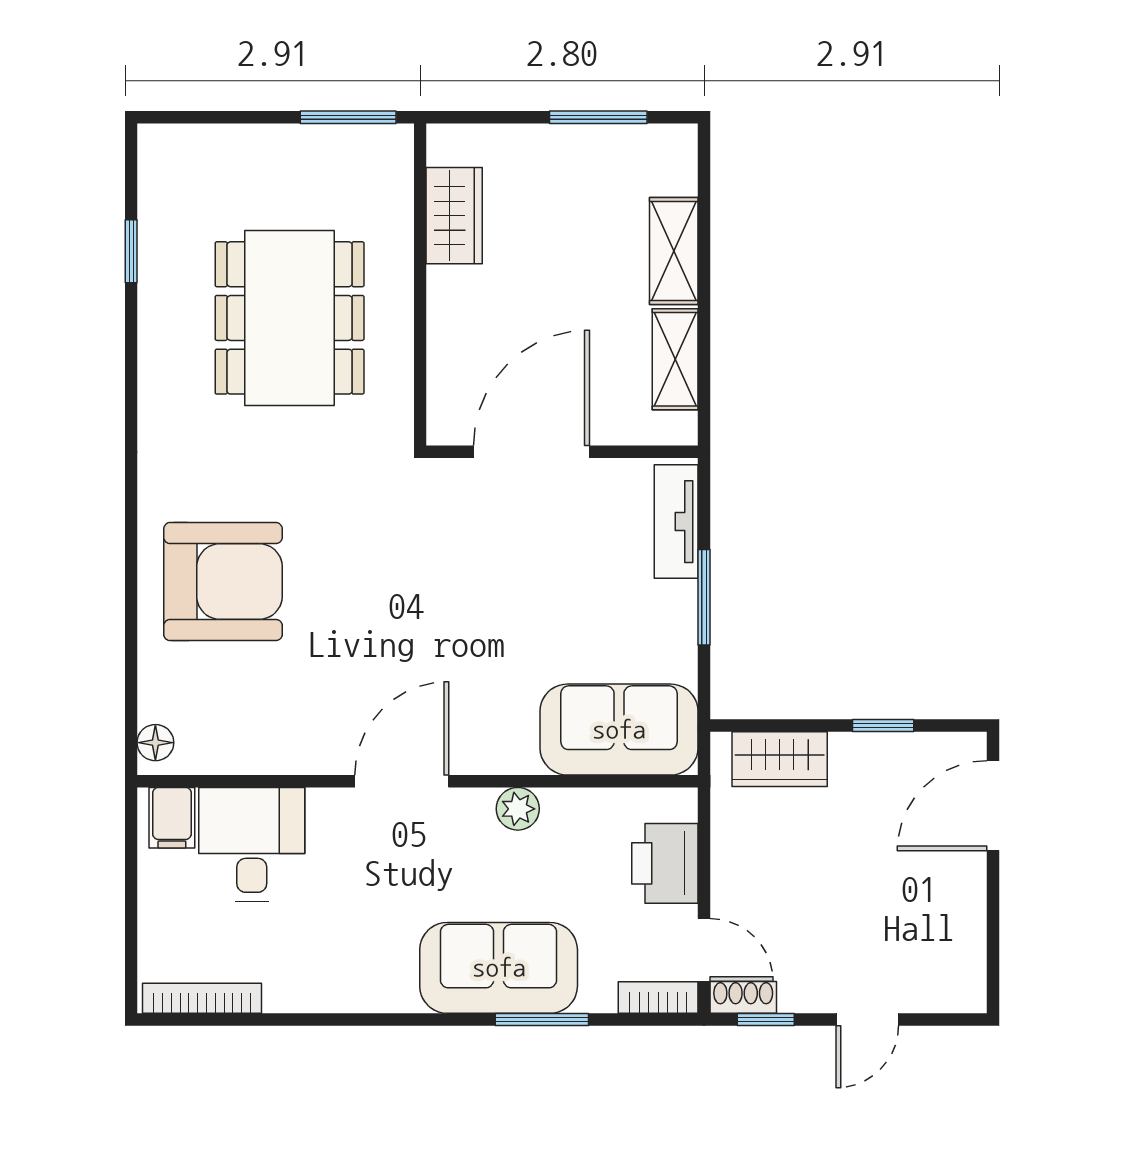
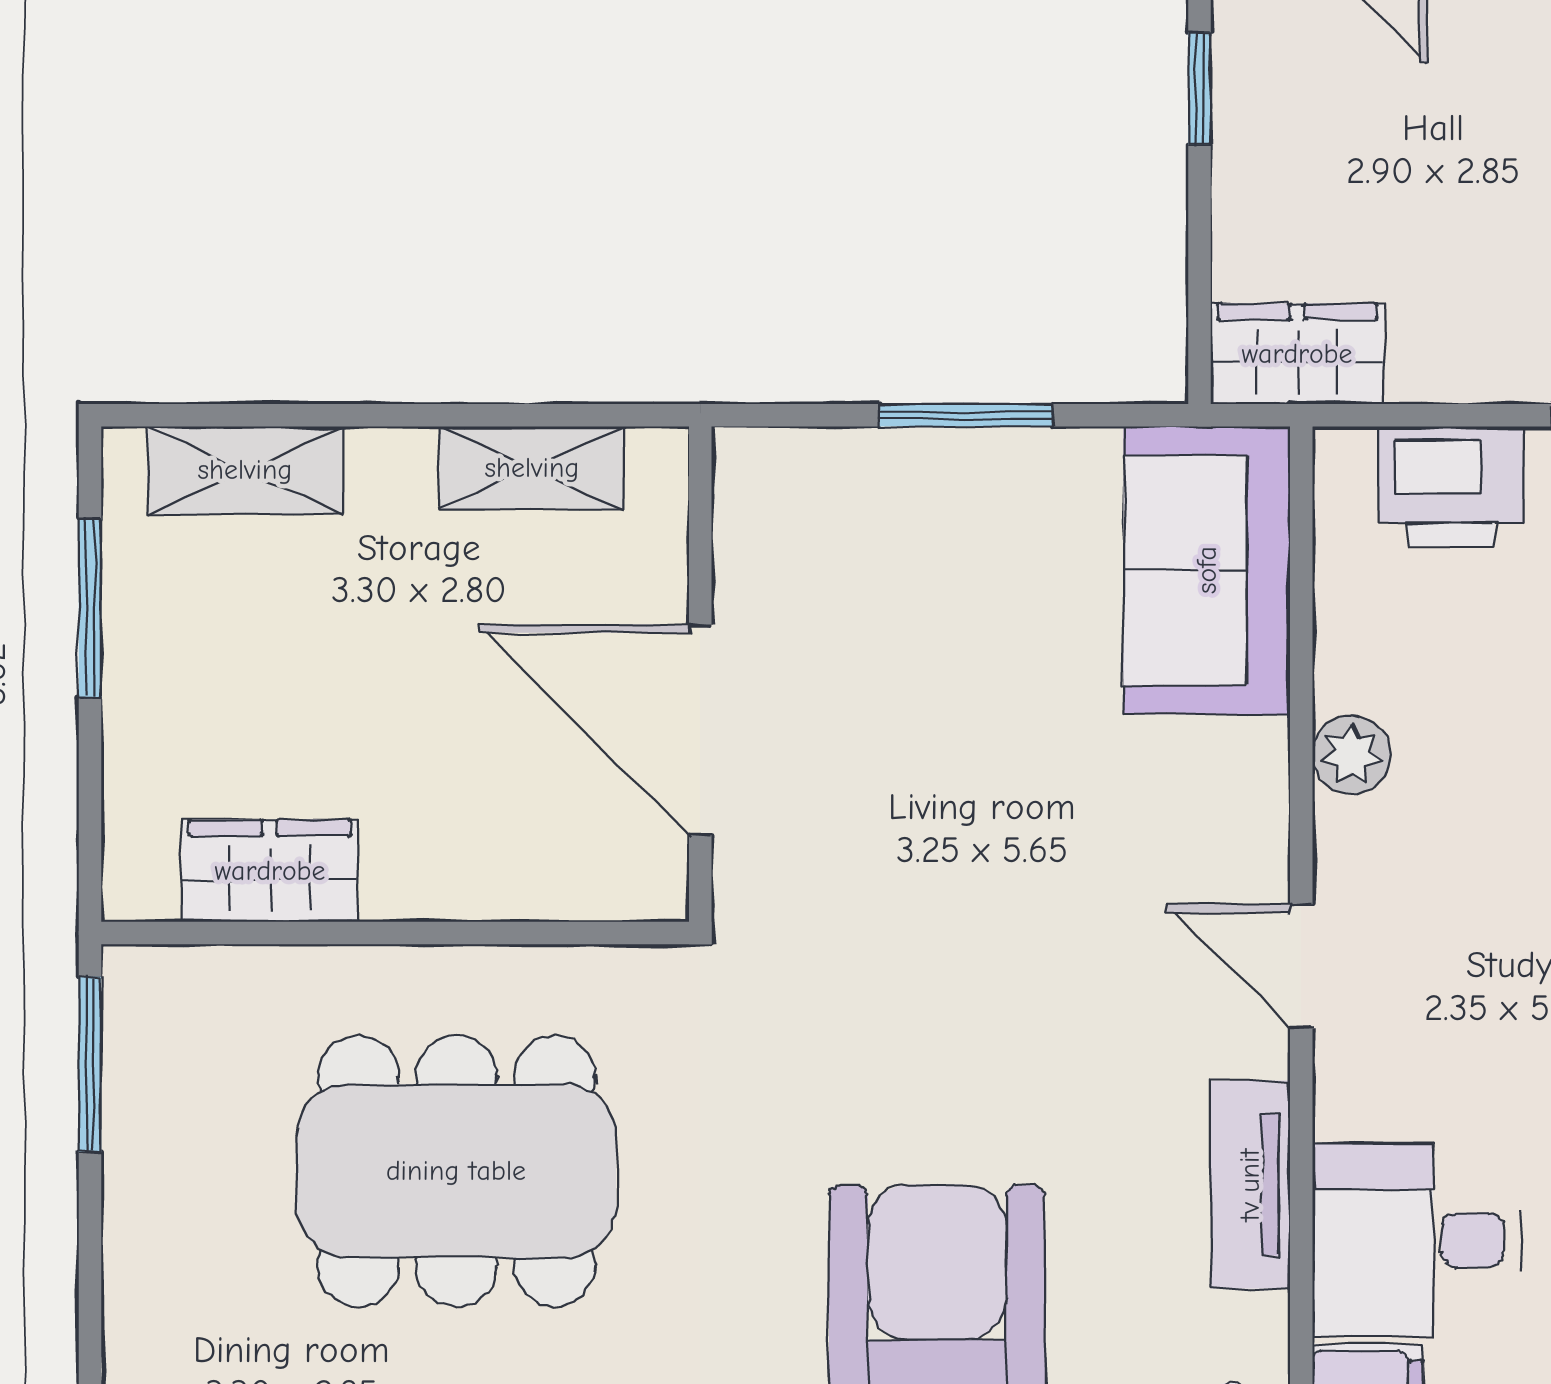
shelving: (674, 251) -> (245, 470), moved
tv unit: (676, 522) -> (1250, 1185), moved, turned 90
wardrobe: (780, 759) -> (1297, 354), moved, turned -90
door: (402, 781) -> (1301, 966), width x0.73

